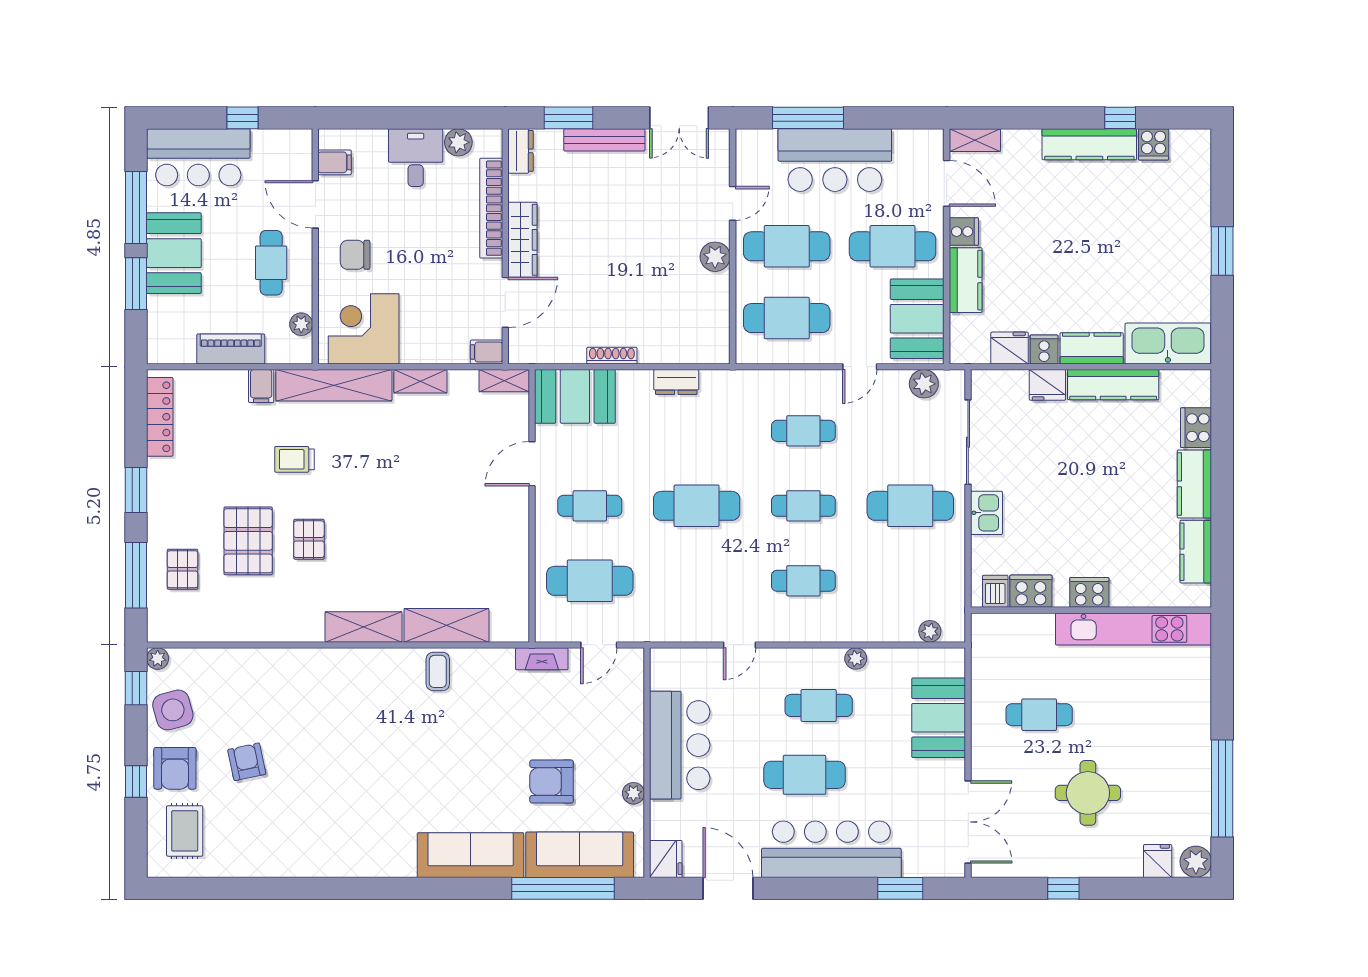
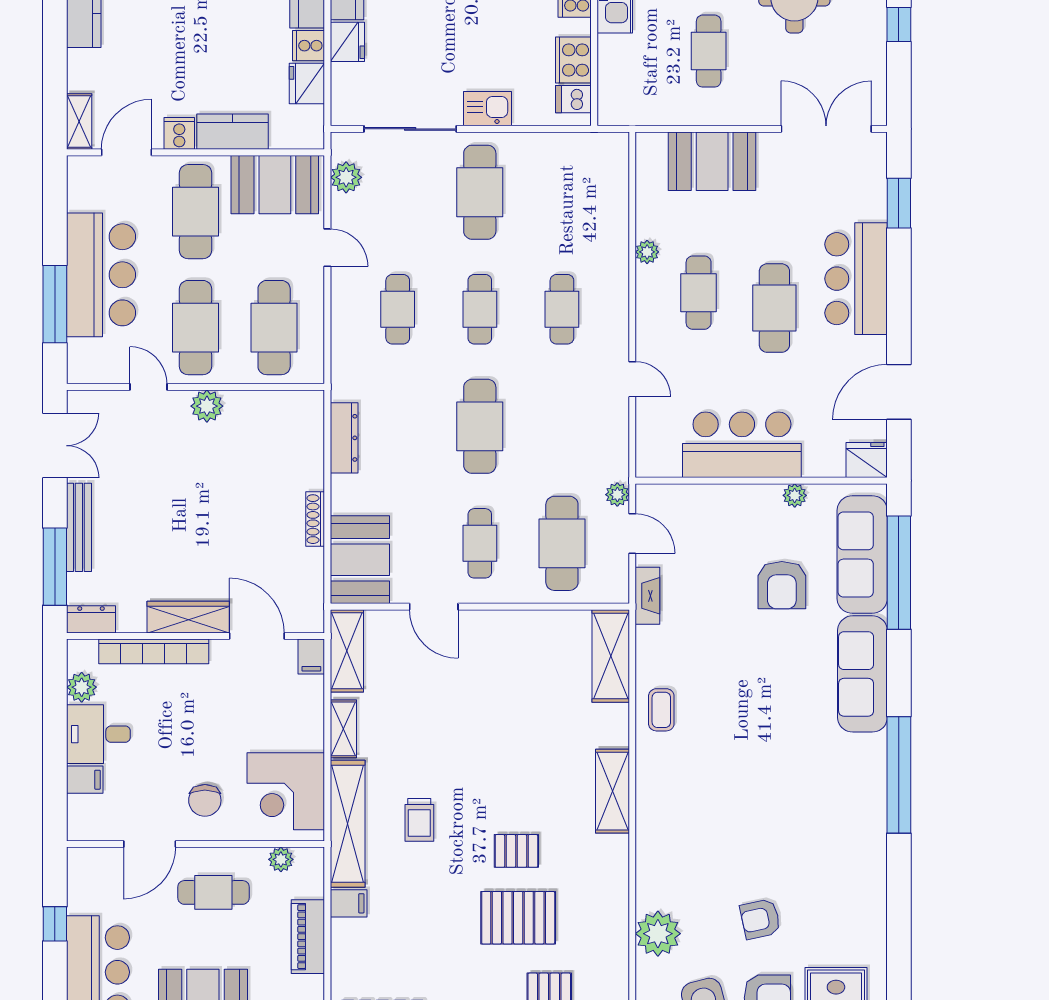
window: (569, 118) -> (55, 567), width x1.44
filing cabinet: (335, 162) -> (85, 780), moved, turned 90
shelving: (504, 381) -> (347, 651), width x1.50, depth x1.33
dresser: (676, 382) -> (344, 438), width x1.44
trolley: (294, 459) -> (419, 820), moved
shelving: (447, 625) -> (611, 656), moved
plant: (930, 631) -> (617, 495), moved
plant: (233, 668) -> (658, 934), added
coffee table: (438, 671) -> (661, 710), turned 90
bar counter: (831, 849) -> (856, 279), width x0.73
window: (378, 888) -> (899, 775), added

